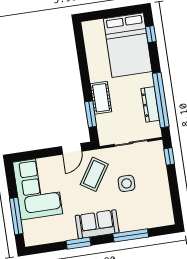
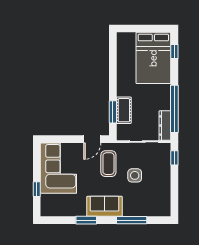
cot: (101, 98) -> (124, 110), moved
dresser: (150, 104) -> (165, 125), moved
coffee table: (94, 174) -> (108, 164), turned -33
window: (16, 216) -> (37, 189), width x0.46

